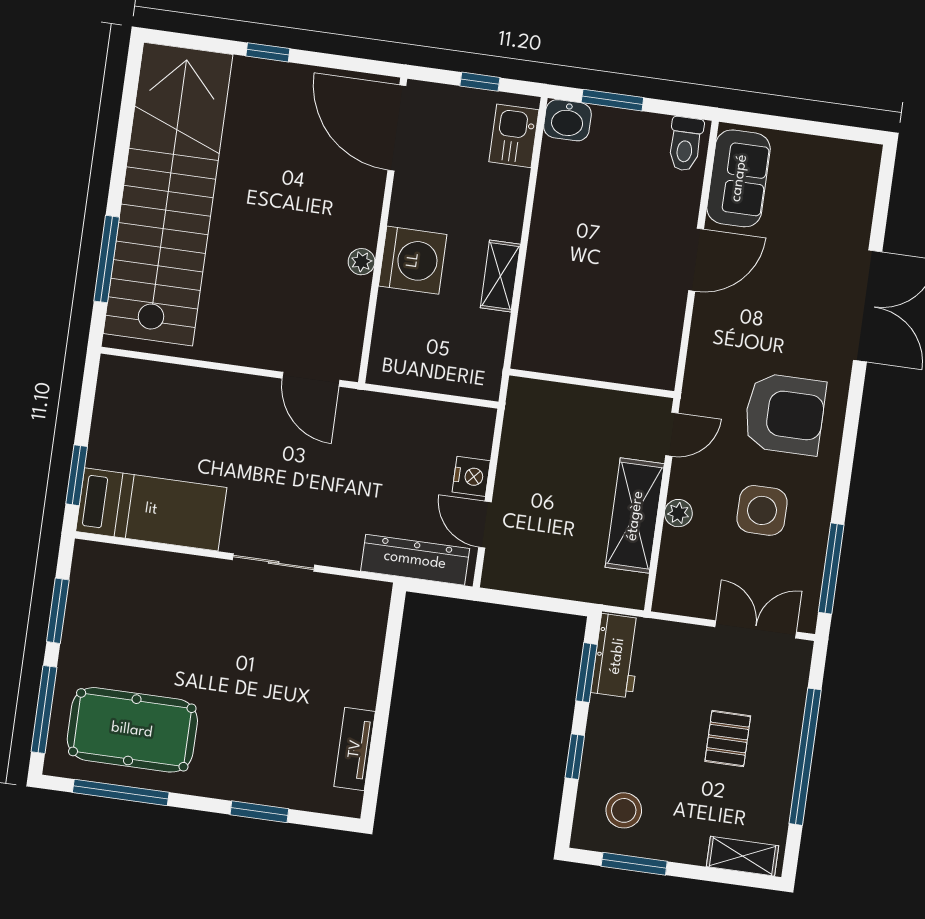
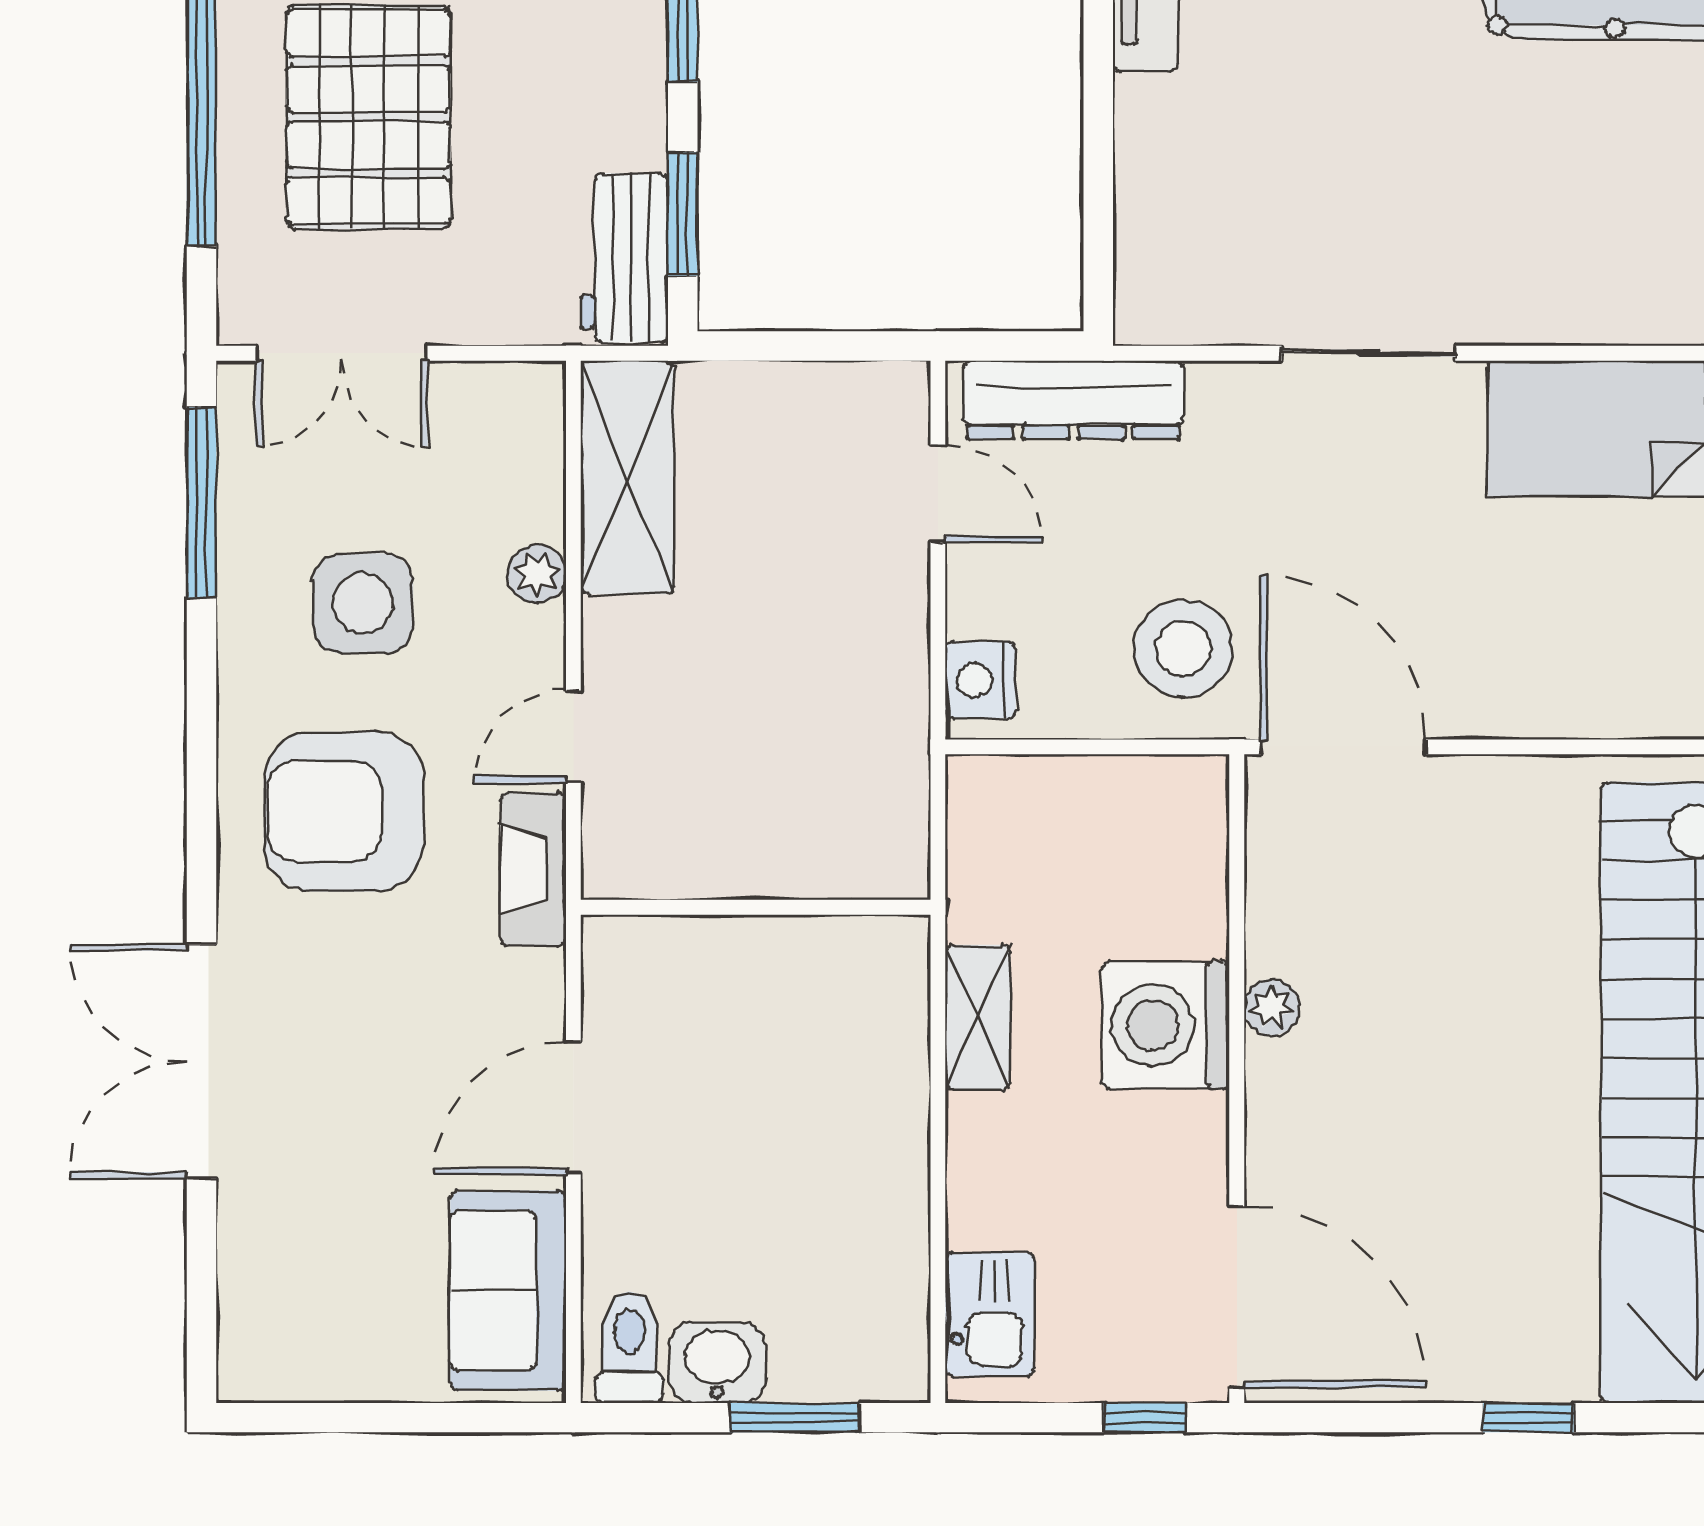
window: (480, 82) -> (1145, 1418), moved
washbasin: (567, 120) -> (717, 1362), moved
fireplace: (699, 375) -> (533, 869), added
door: (311, 379) -> (1344, 747), width x1.36
wall: (592, 383) -> (756, 907), moved
stool: (380, 436) -> (1183, 649), added
nightstand: (471, 476) -> (980, 680), moved
shelving: (635, 516) -> (627, 477), moved
pallet: (728, 739) -> (368, 117), width x2.05, depth x2.00

